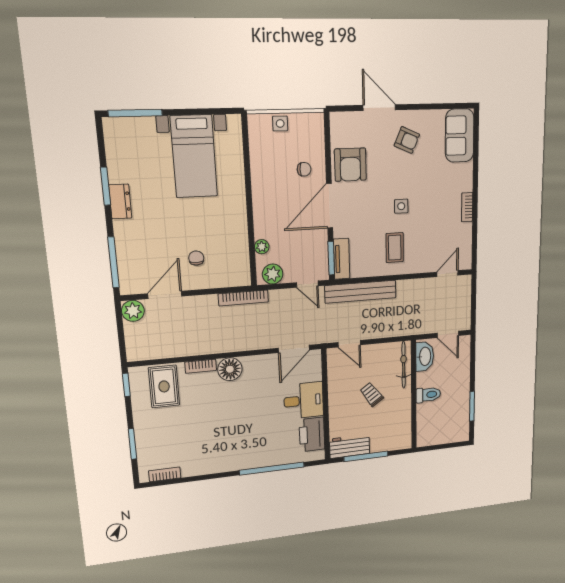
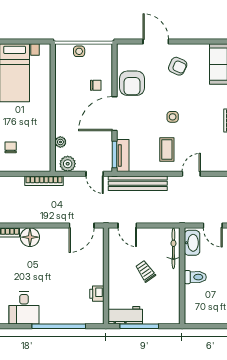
door: (448, 274) -> (191, 174), moved
desk: (304, 401) -> (24, 308), moved, turned 90
printer: (312, 434) -> (97, 294), width x0.53, depth x0.68

